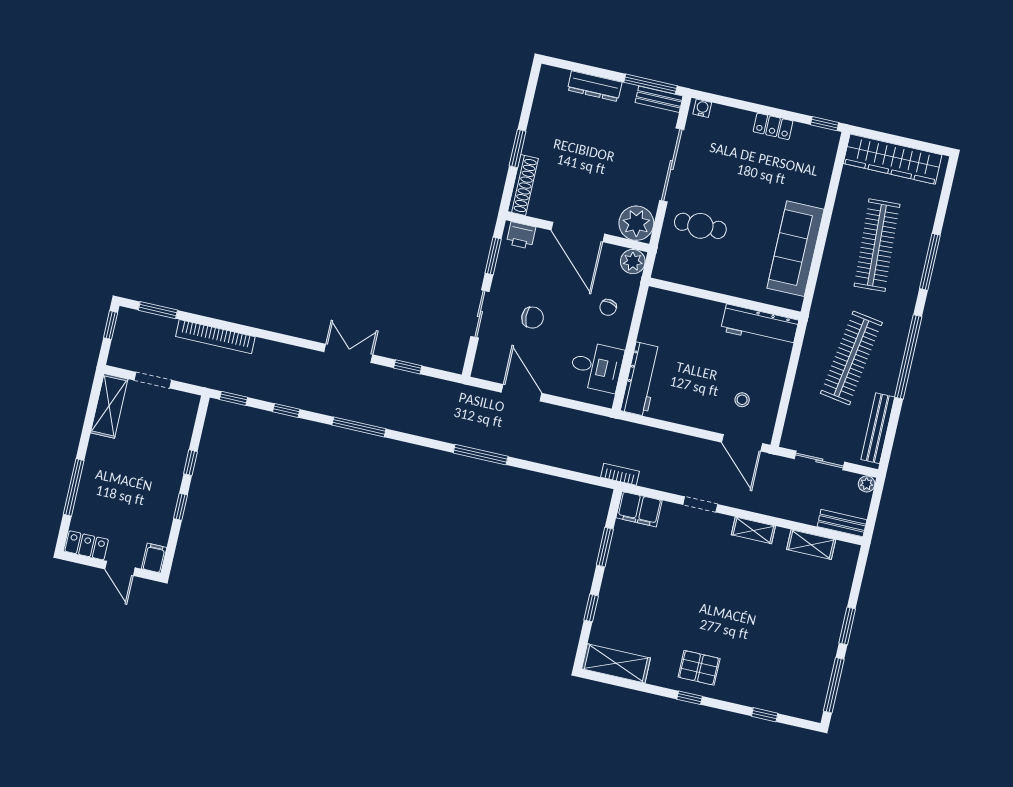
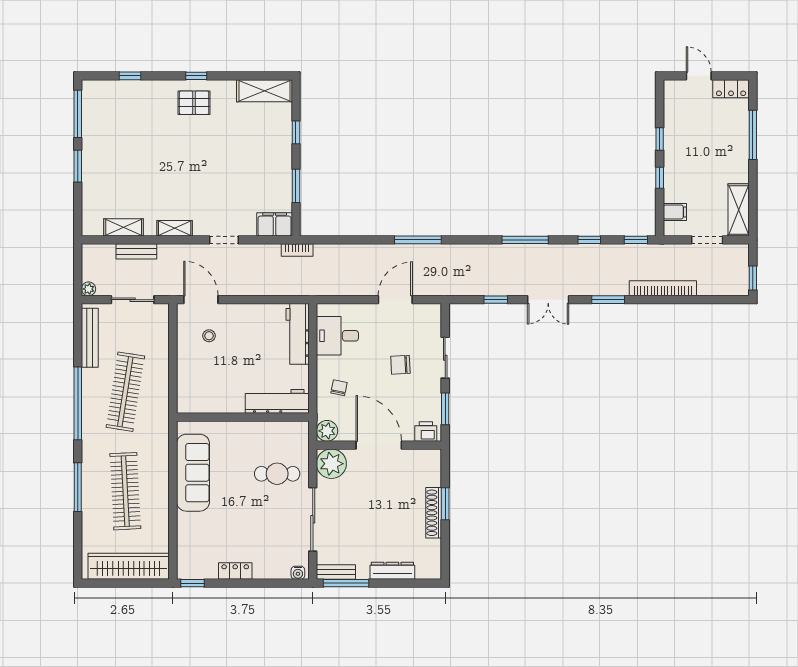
shoe rack: (523, 185) -> (434, 513), moved
window: (158, 310) -> (608, 300), moved
workbench: (760, 325) -> (277, 401), moved
door: (522, 393) -> (395, 300), swing flipped
bench: (842, 523) -> (136, 251), moved
filing cabinet: (154, 558) -> (675, 212), moved, turned -90

